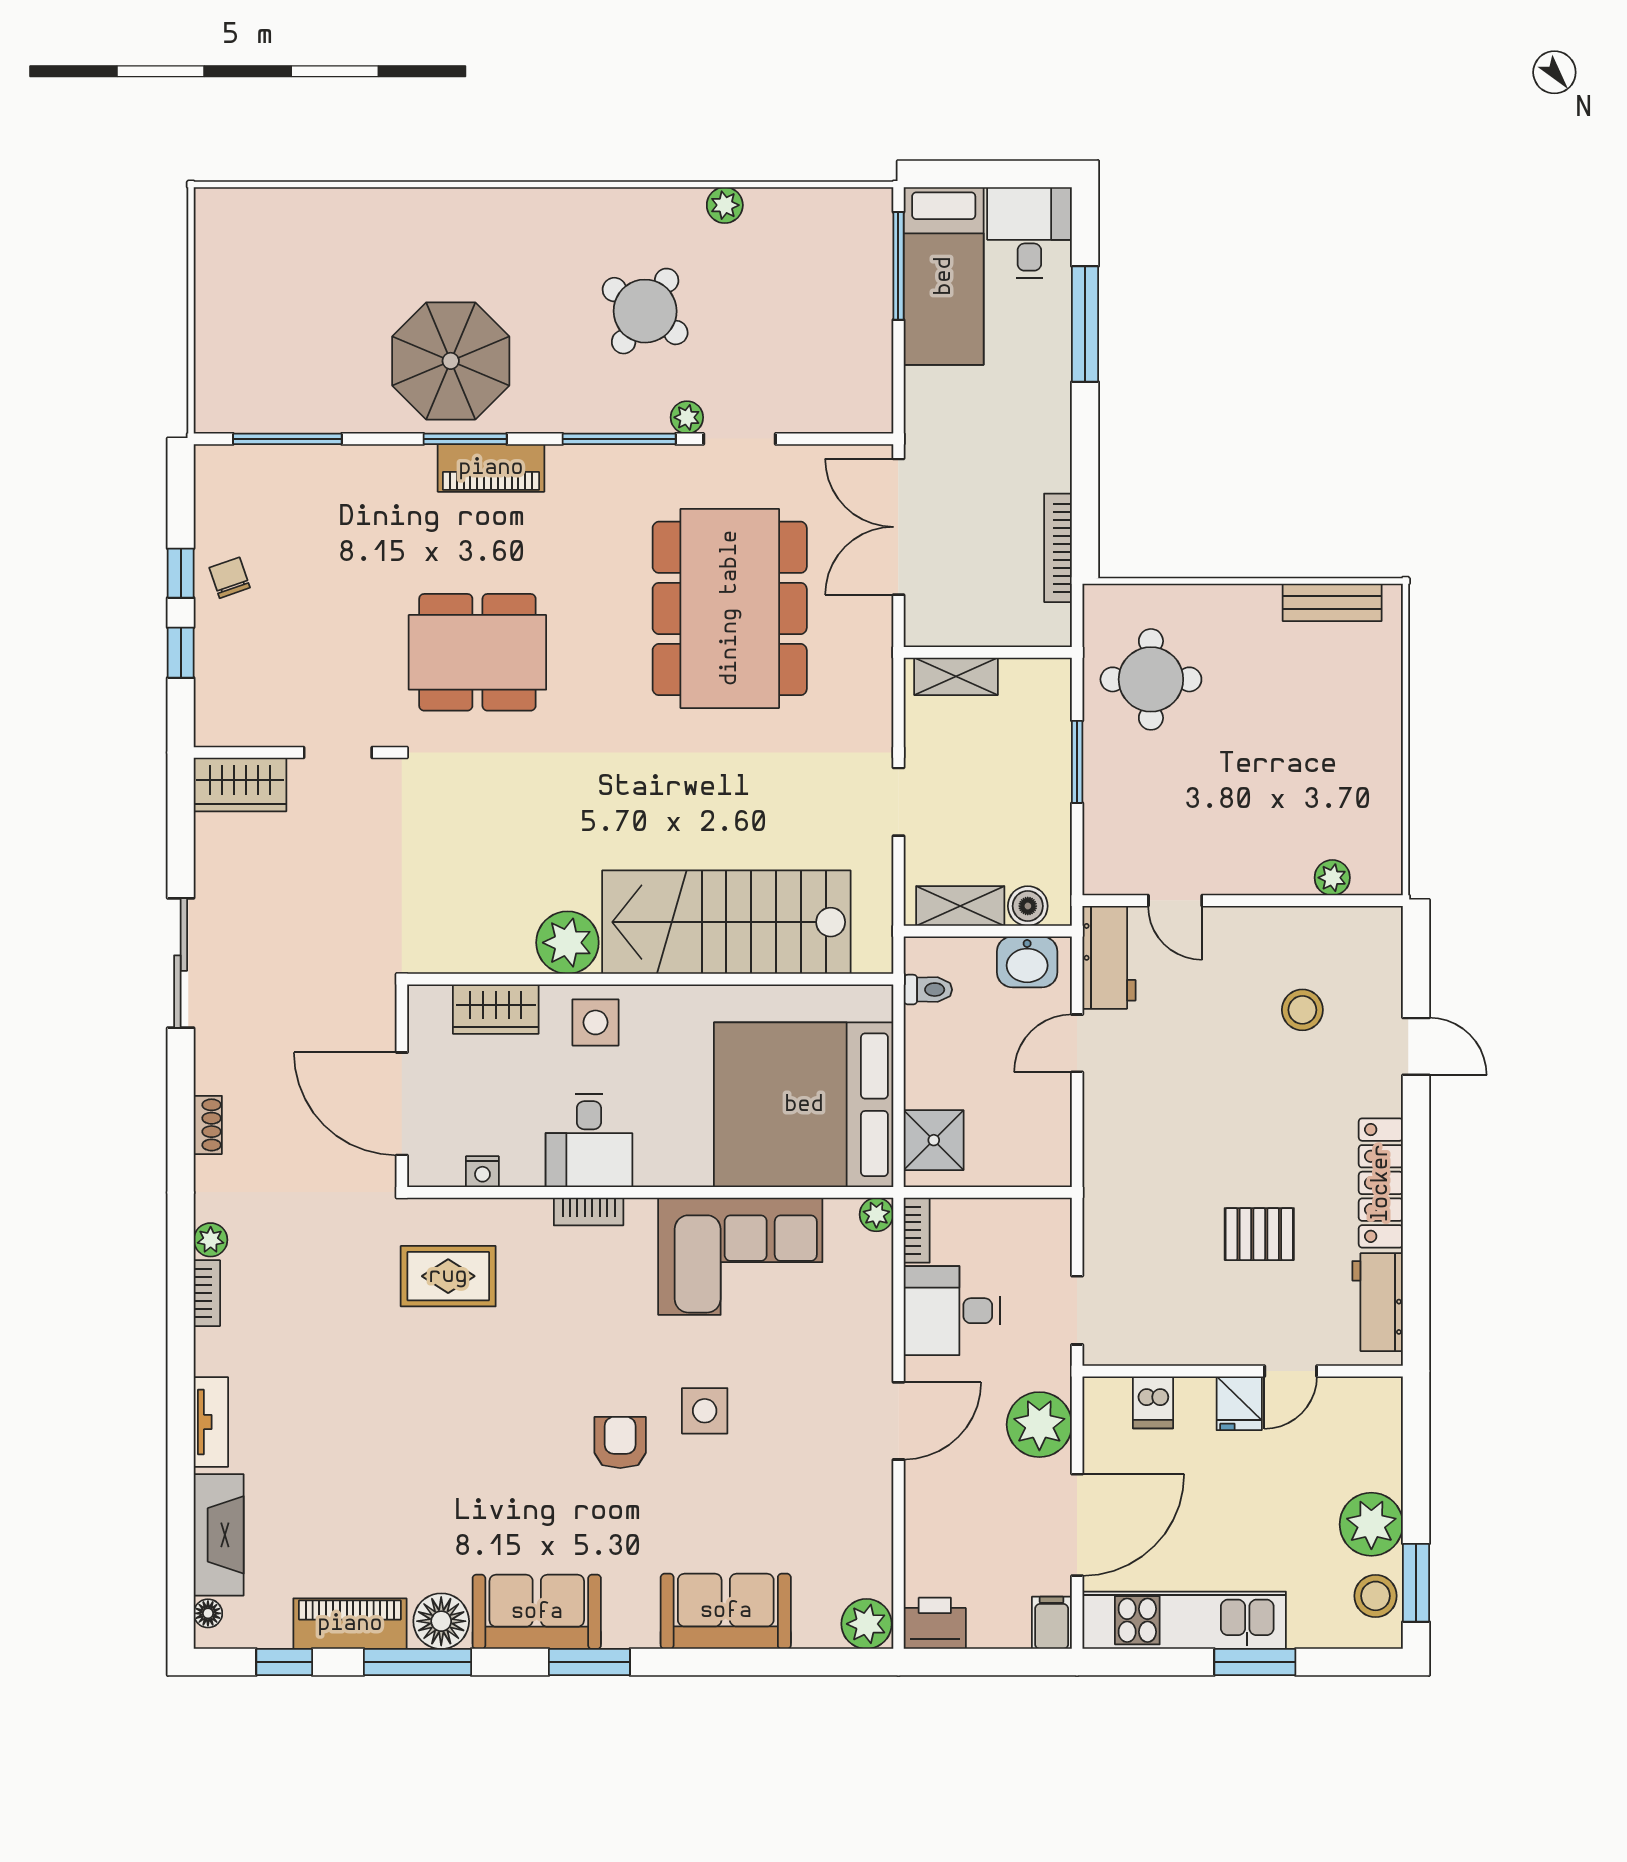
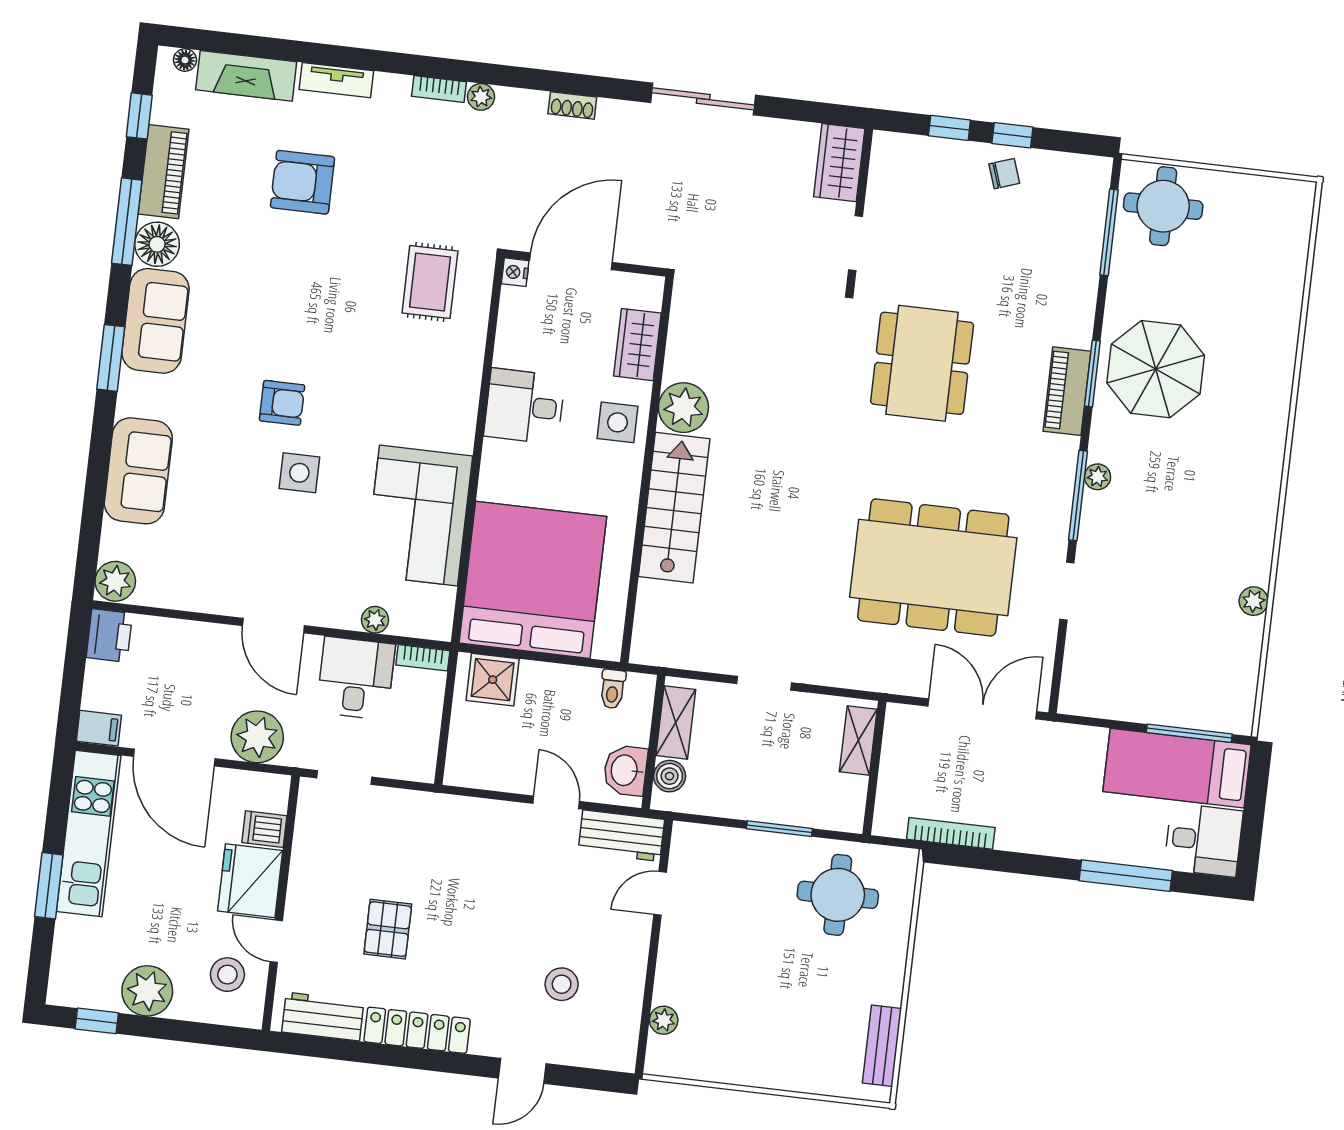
round table: (645, 311) -> (1163, 206), moved, turned -35
plant: (687, 417) -> (1098, 477), moved
stairs: (726, 922) -> (674, 508), width x0.73, depth x0.66
nightstand: (482, 1172) -> (515, 272), moved
bookcase: (589, 1212) -> (468, 399), removed
plant: (876, 1215) -> (375, 620), moved
fridge: (1239, 1403) -> (250, 881), width x1.88, depth x1.34
armchair: (343, 1449) -> (302, 182), added
window: (1416, 1583) -> (97, 1021), width x0.67
stool: (1376, 1596) -> (227, 975), moved

